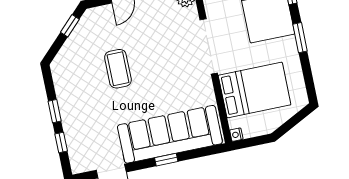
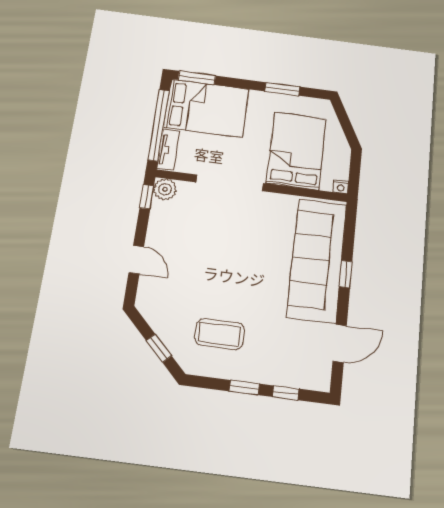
window: (70, 26) -> (159, 348), moved
window: (300, 38) -> (282, 89), moved
coffee table: (118, 69) -> (220, 334), moved

